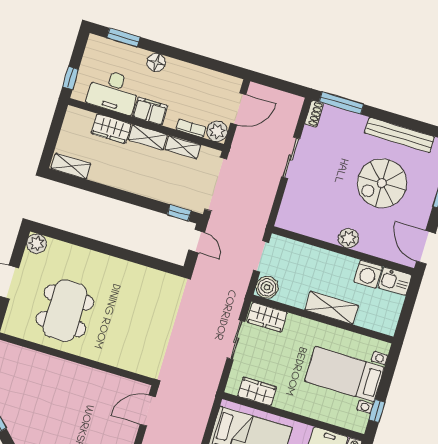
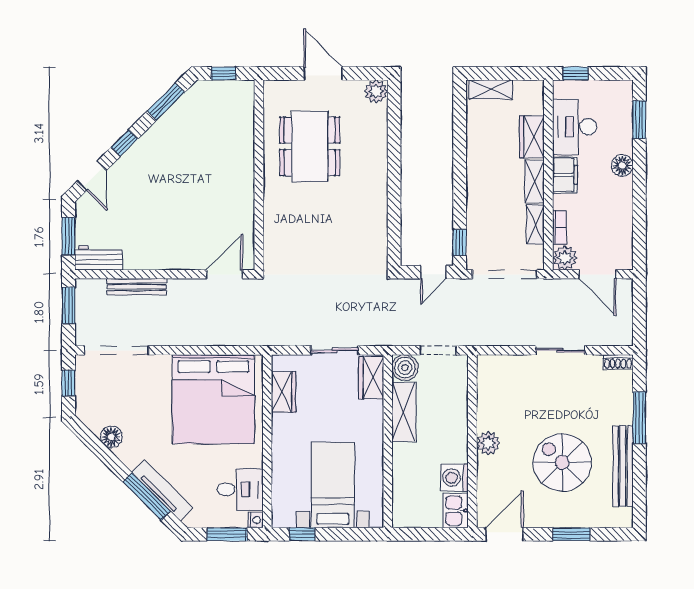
window: (341, 103) -> (639, 418), moved
shelving: (71, 166) -> (491, 90), moved, turned 90
shelving: (332, 308) -> (404, 412), moved
dining table: (65, 311) -> (310, 146), turned 90
door: (148, 411) -> (225, 274), hinge flipped

